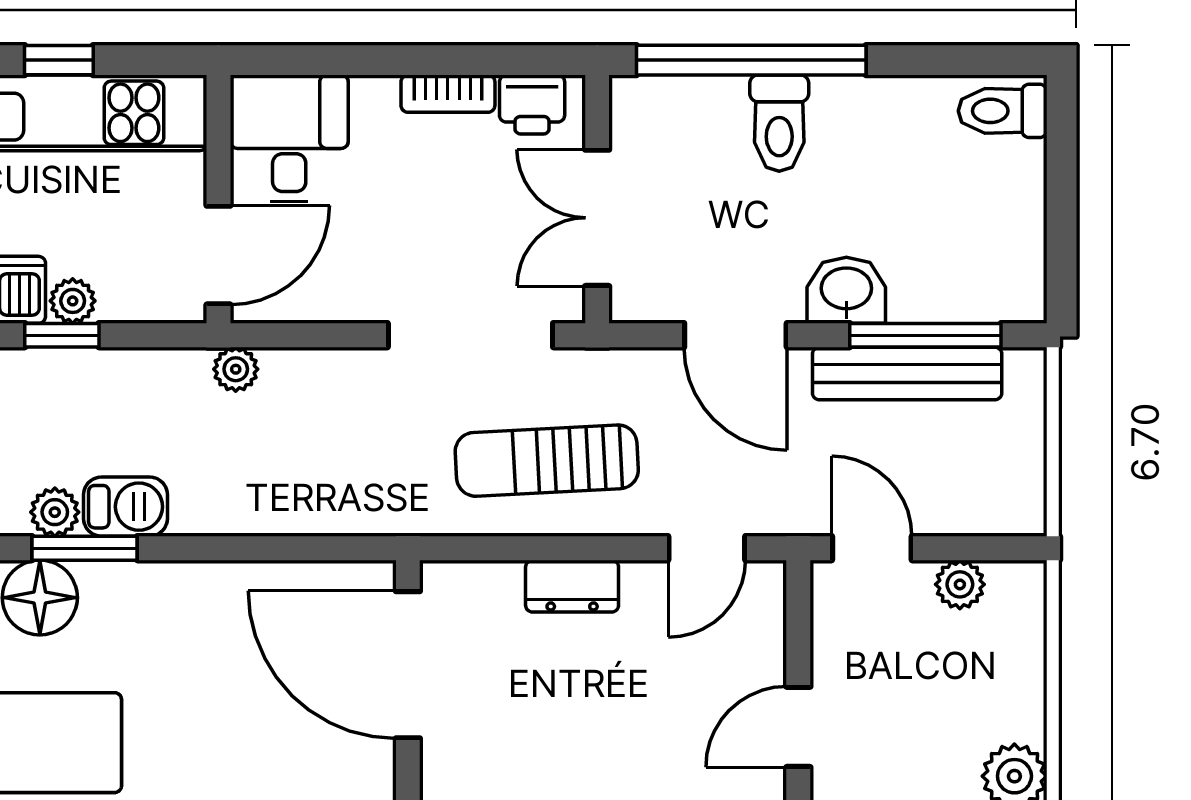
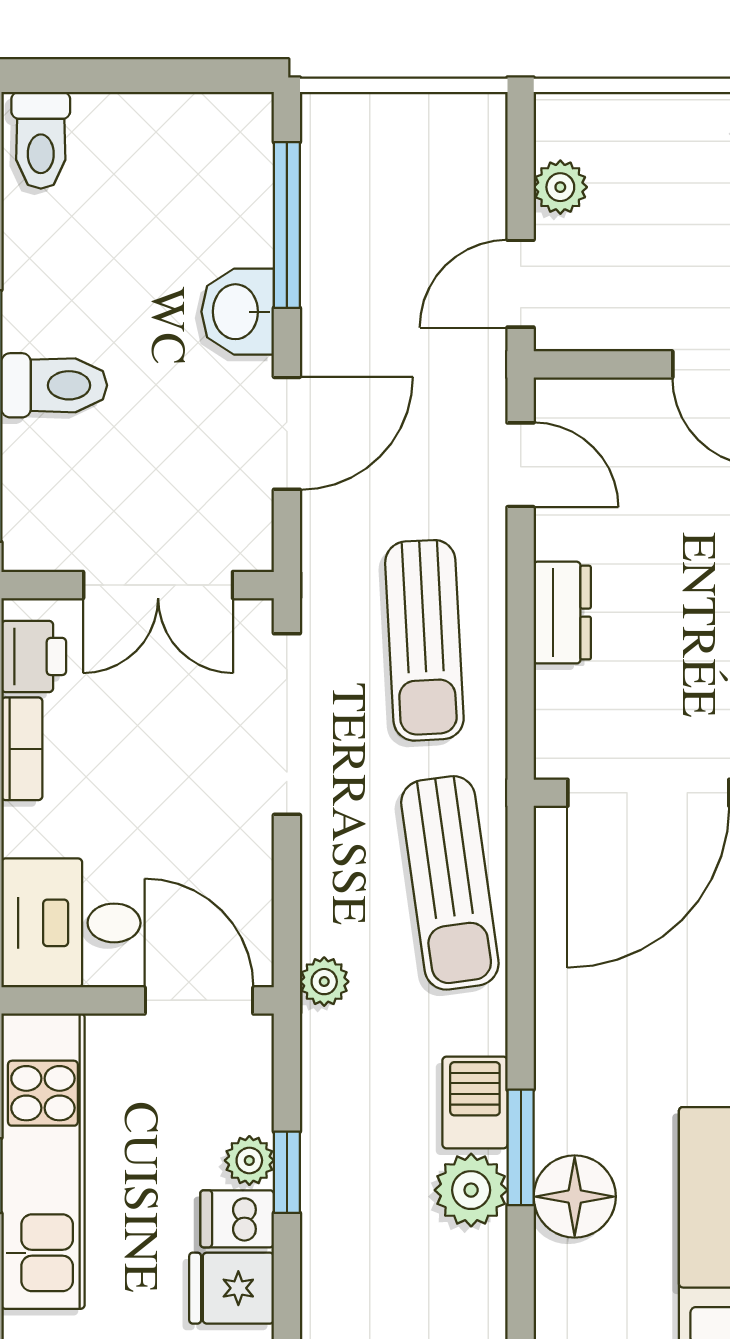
bench: (907, 373) -> (329, 245), removed
sun lounger: (326, 484) -> (450, 883), added
plant: (55, 512) -> (471, 1190), width x1.38, depth x1.38

